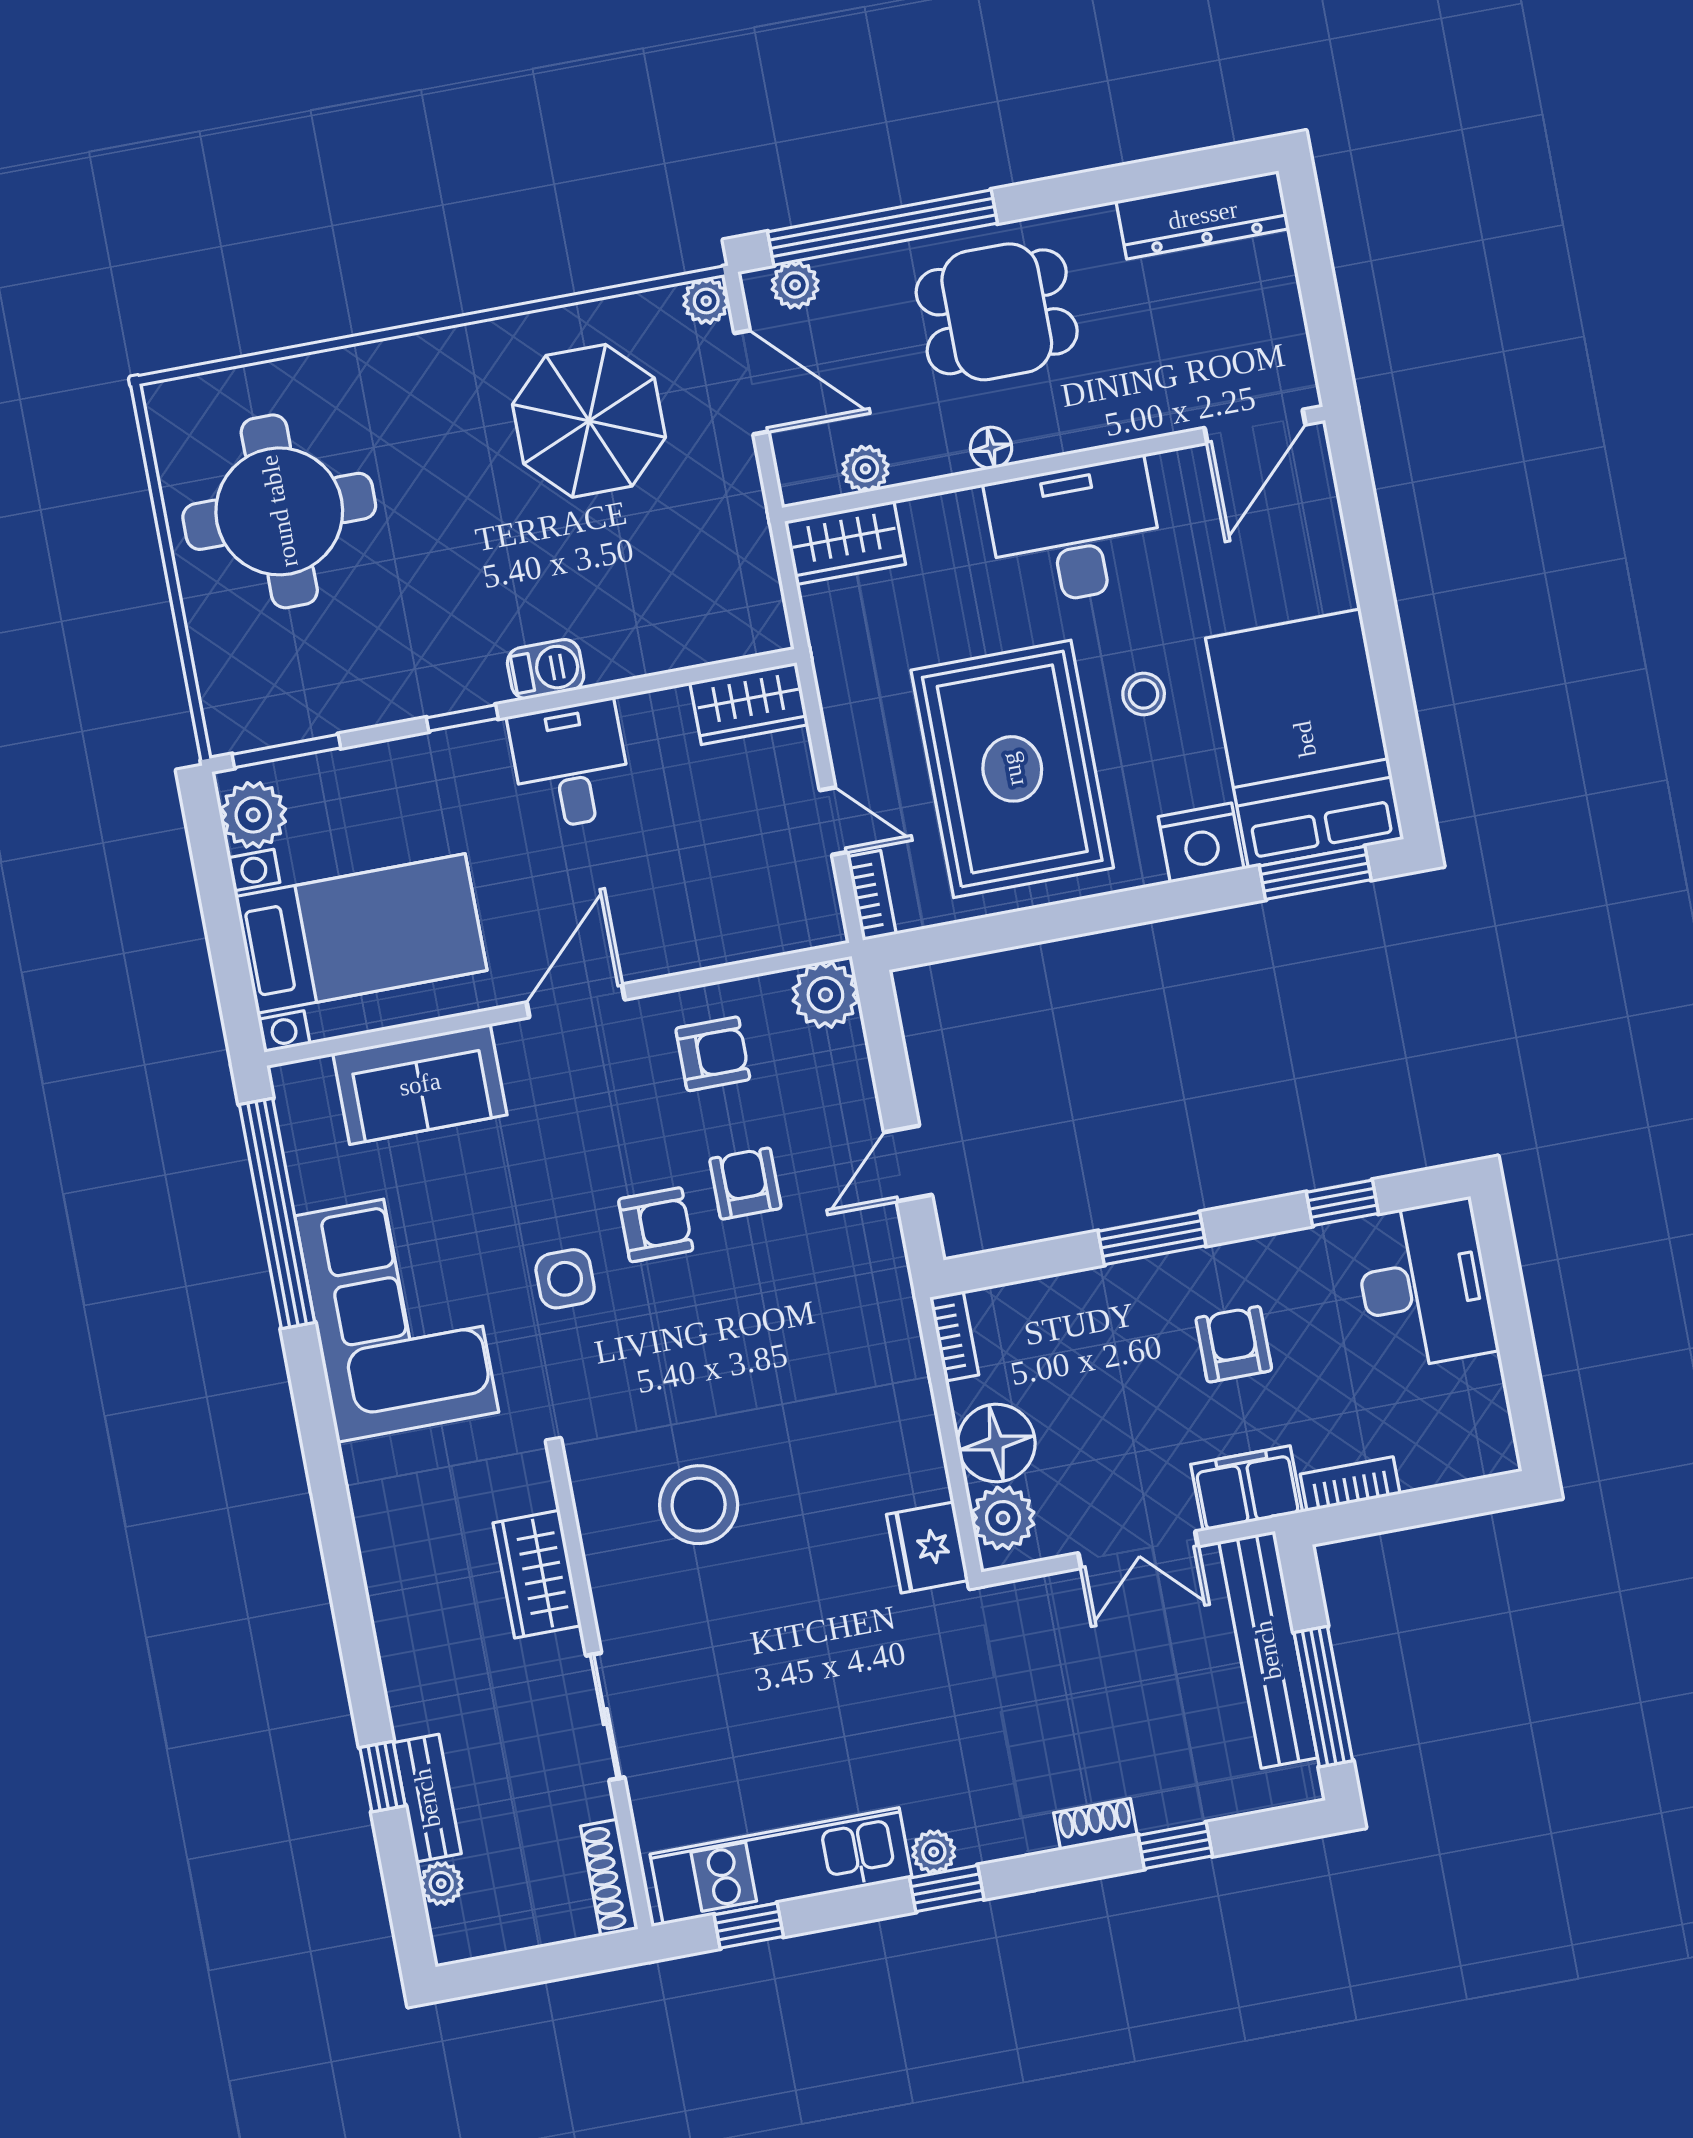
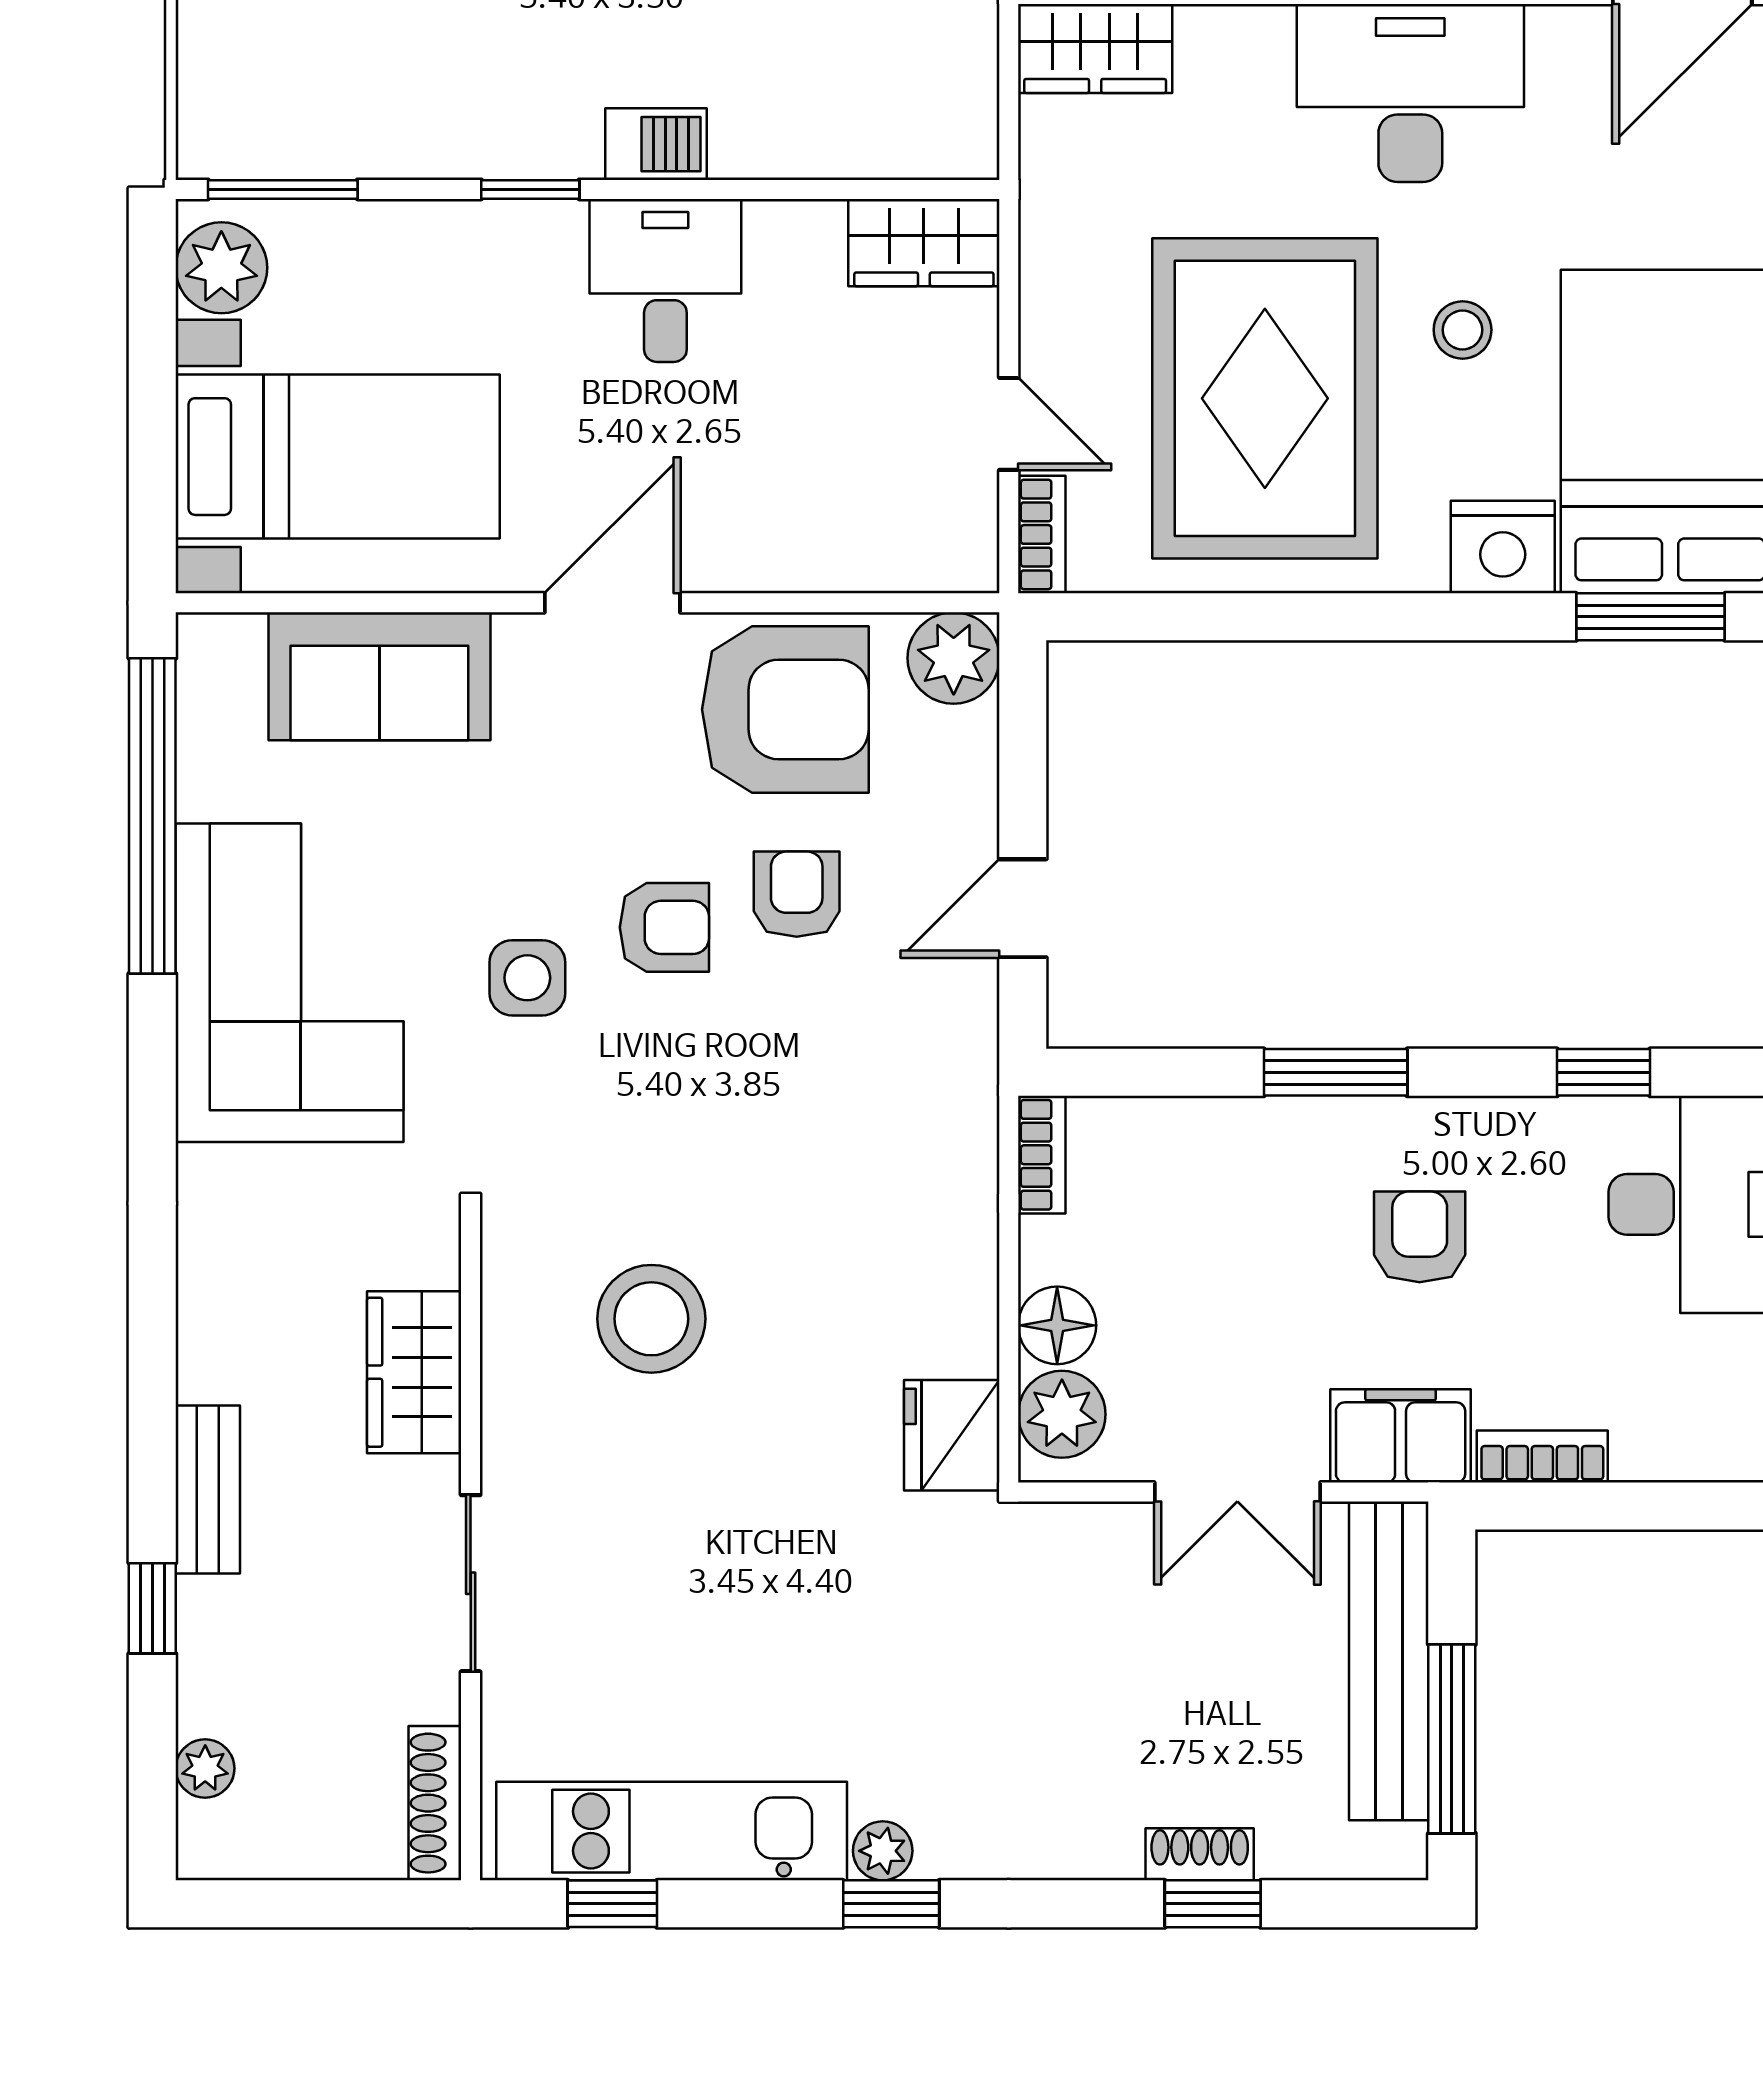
armchair: (713, 1054) -> (785, 709), width x1.88, depth x1.88
floor lamp: (996, 1443) -> (1057, 1325), width x0.73, depth x0.73
bench: (427, 1798) -> (208, 1490), moved
shoe rack: (1095, 1824) -> (1200, 1854), moved

